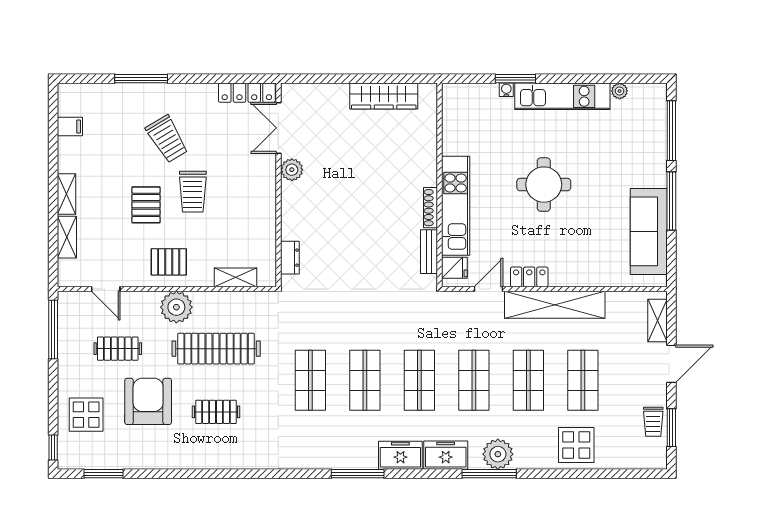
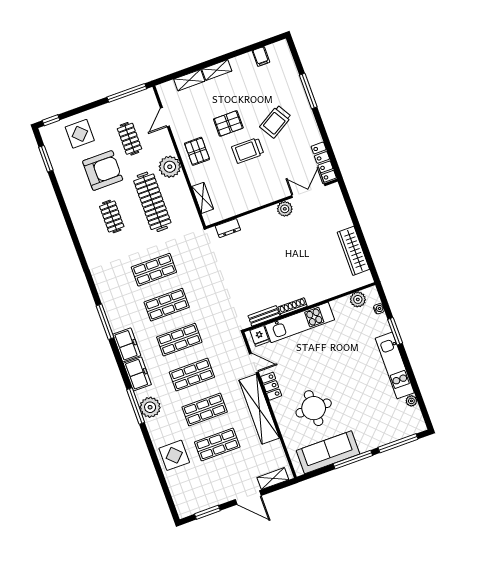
water cooler: (506, 90) -> (379, 309), moved
plant: (453, 114) -> (358, 299), added
round table: (544, 185) -> (314, 408), moved
trolley: (653, 422) -> (207, 499), removed

